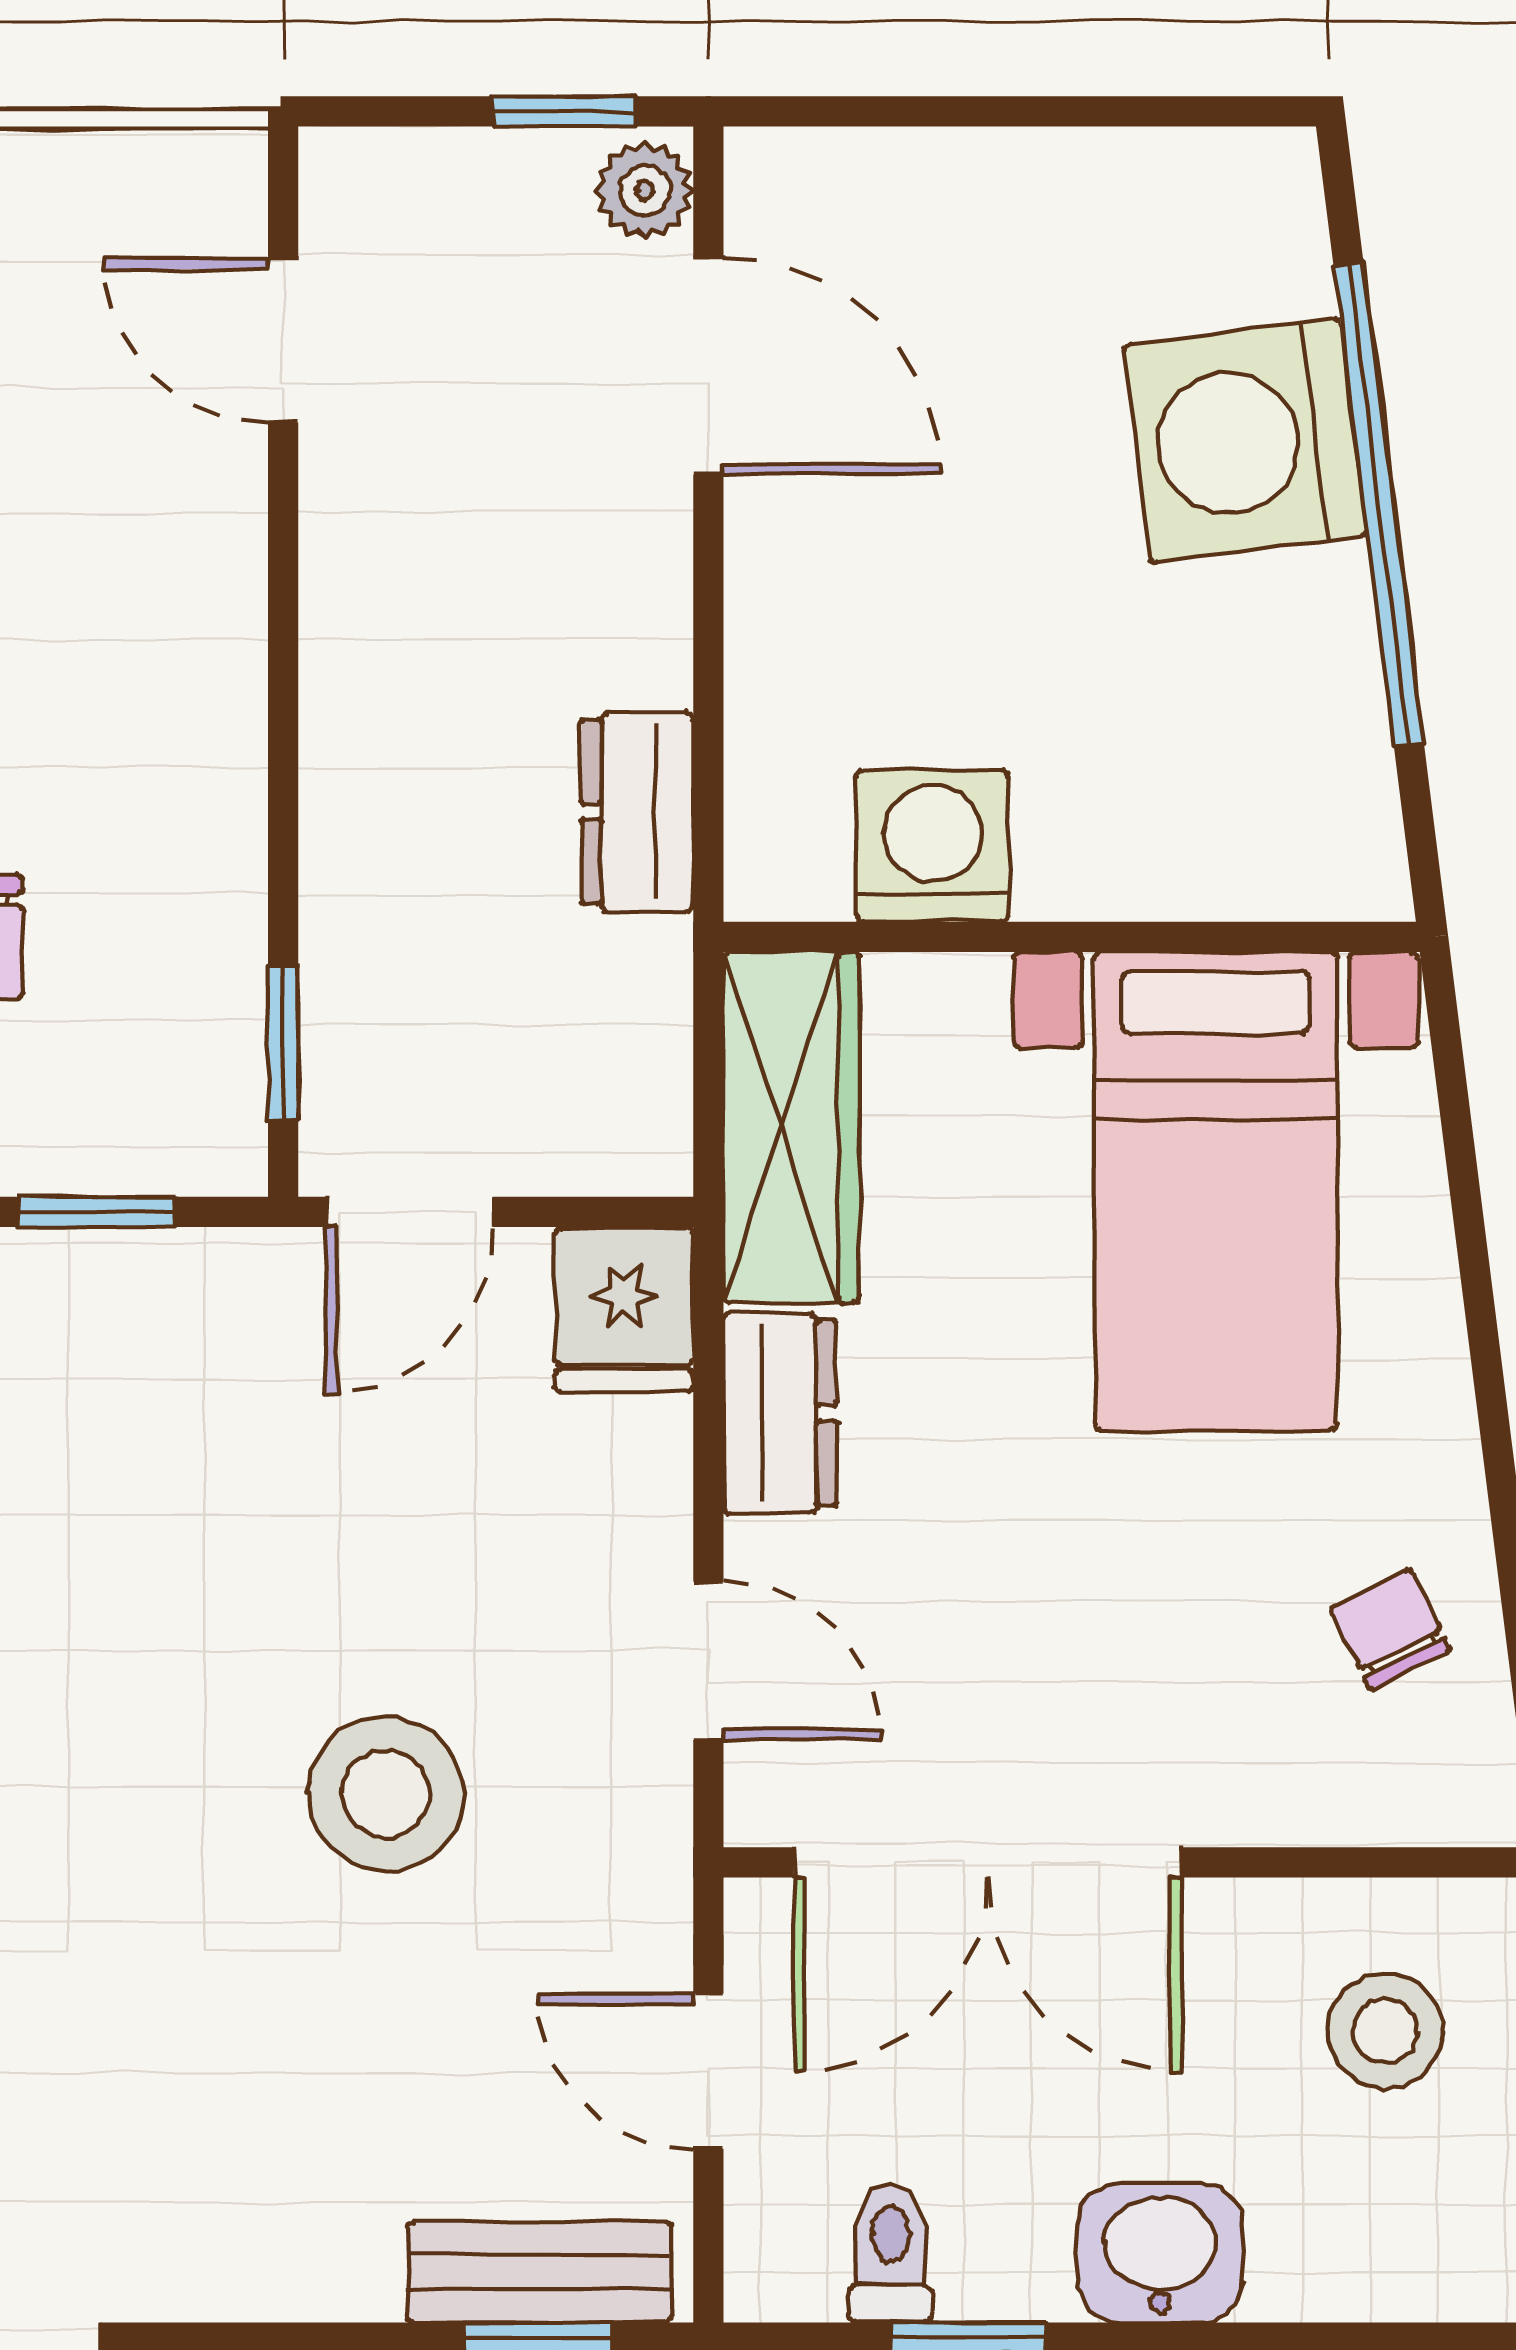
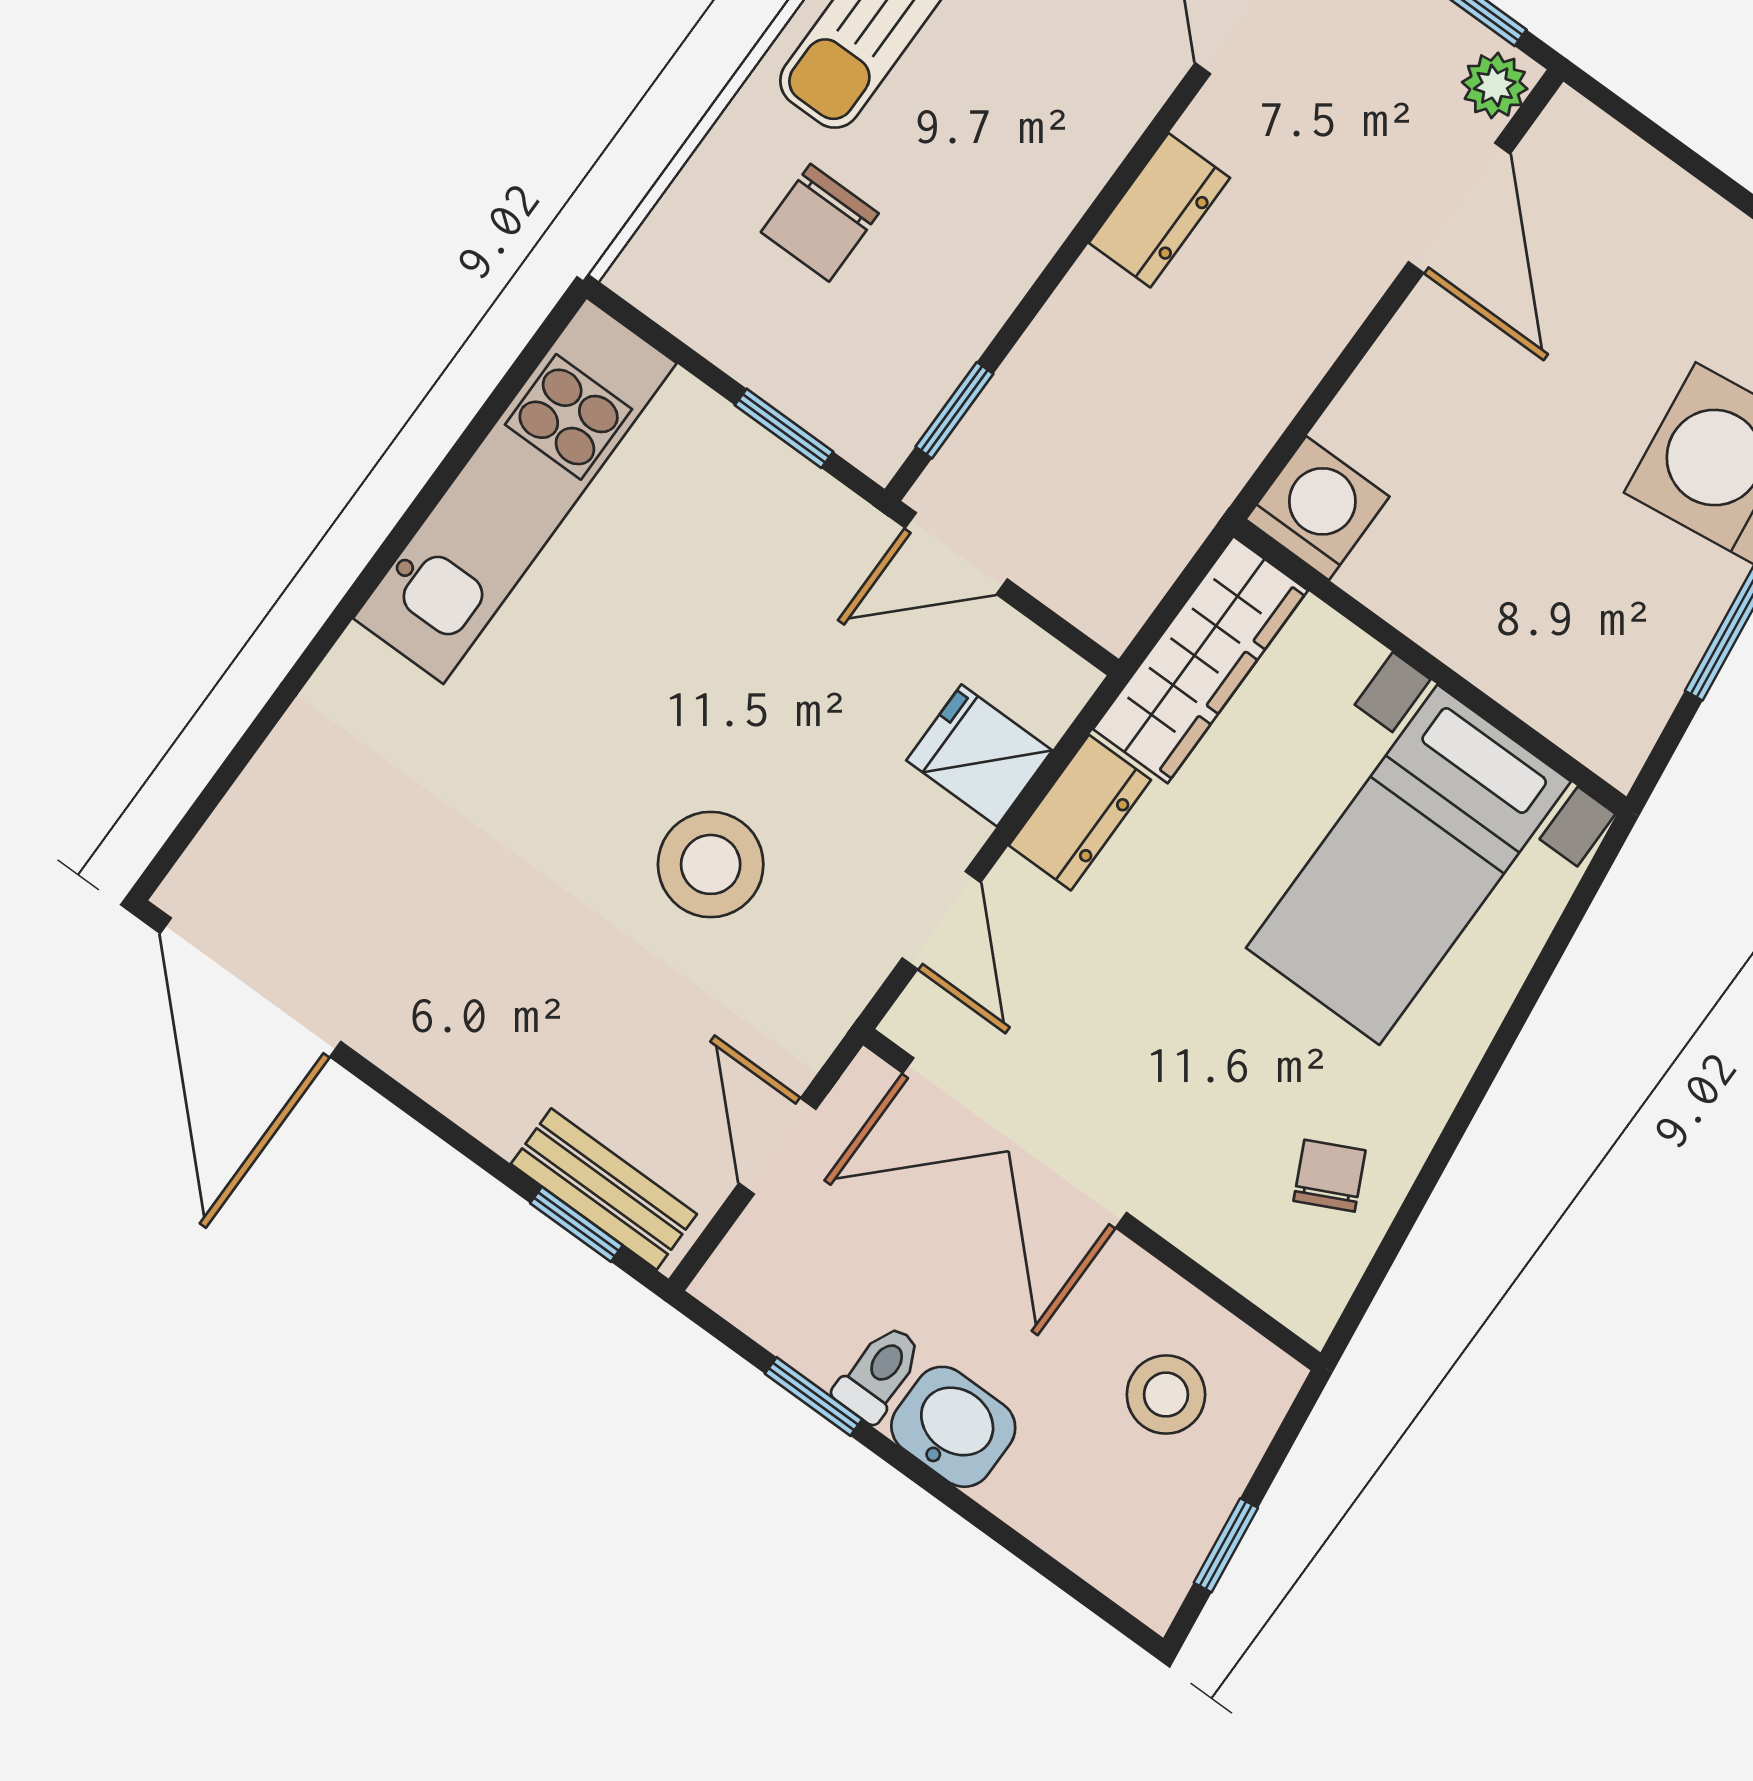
dresser: (637, 812) -> (1159, 210), moved, turned 180
washing machine: (932, 846) -> (1318, 508), moved
fridge: (624, 1310) -> (979, 755), moved, turned 90
toilet: (891, 2253) -> (879, 1373), moved

